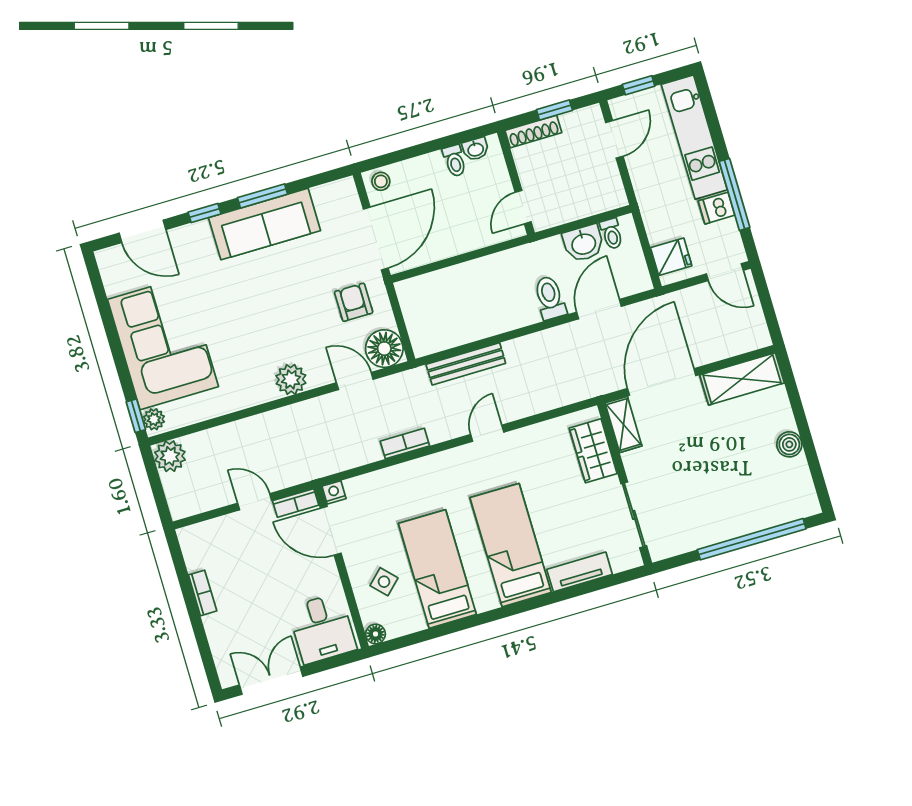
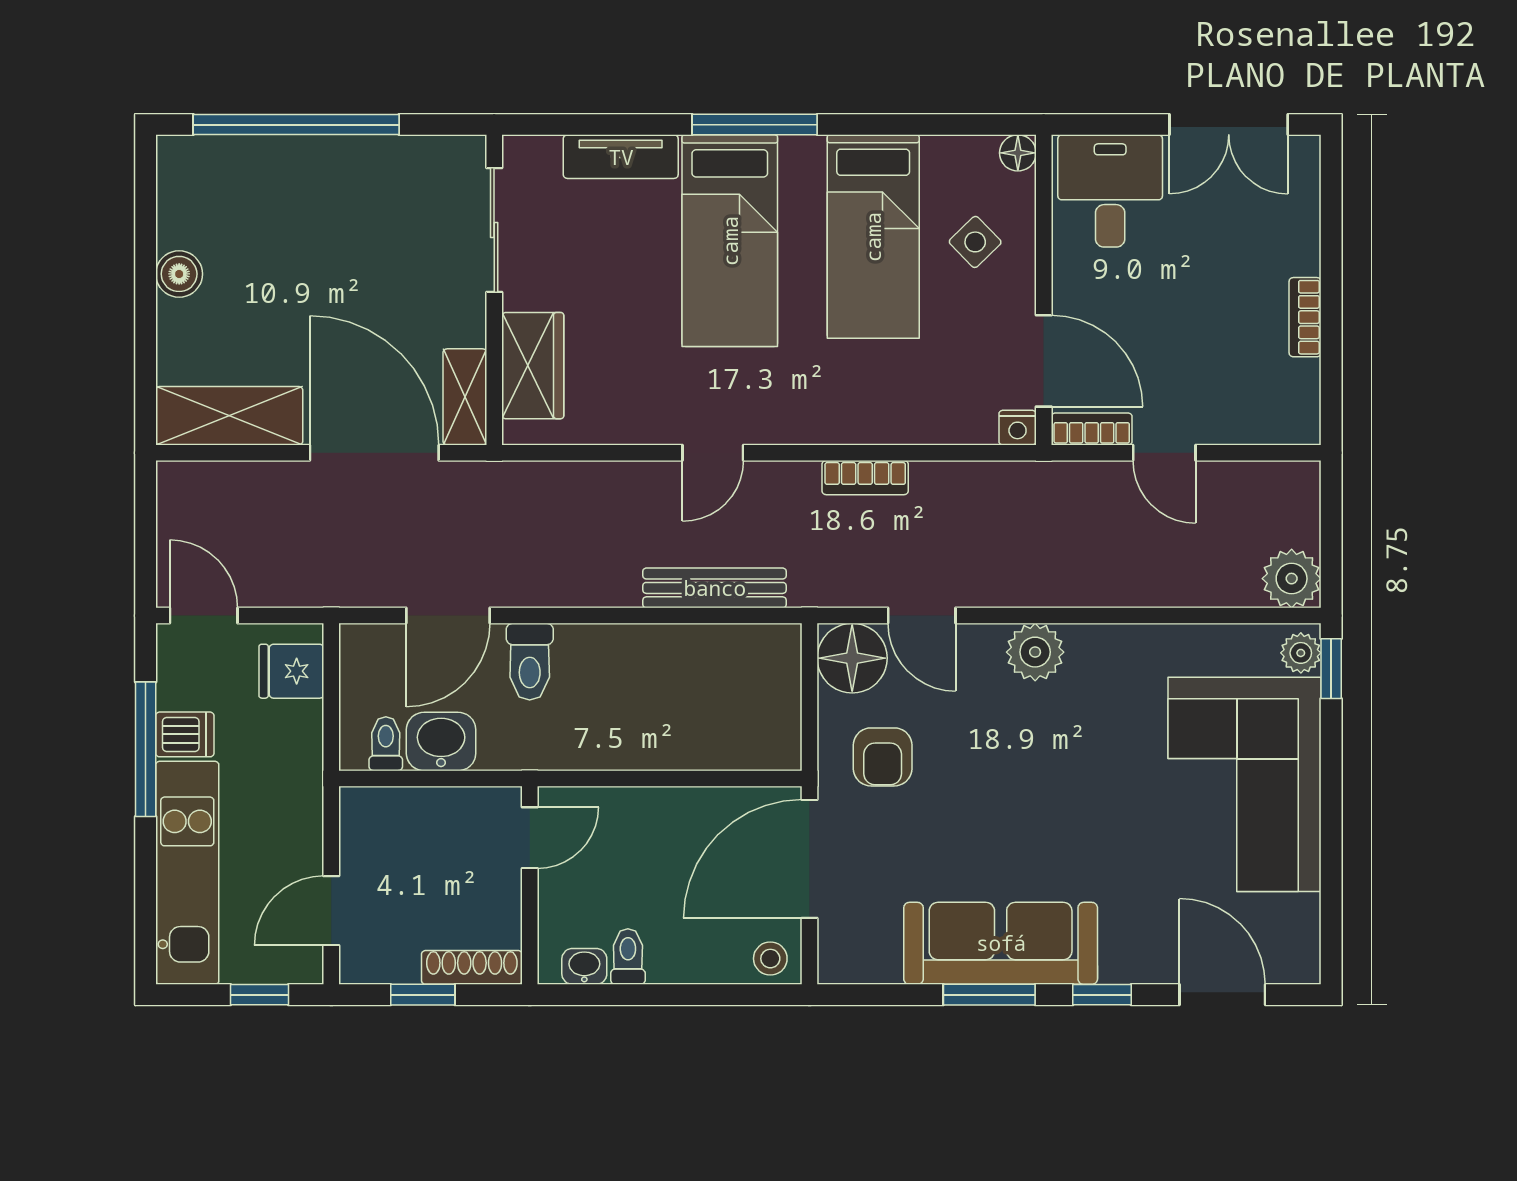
door: (662, 382) -> (374, 453), swing flipped
window: (515, 609) -> (755, 125), added

